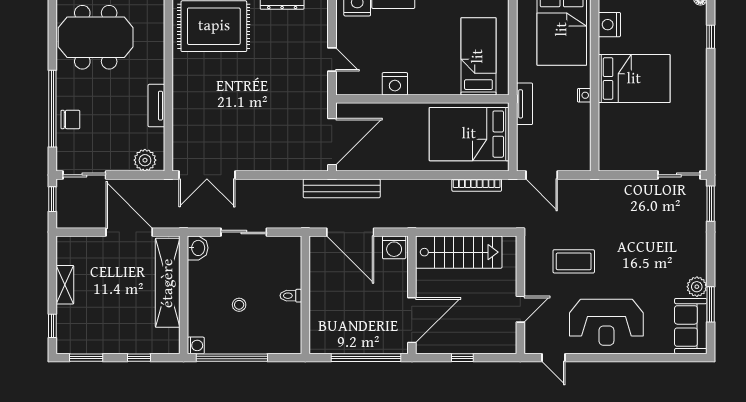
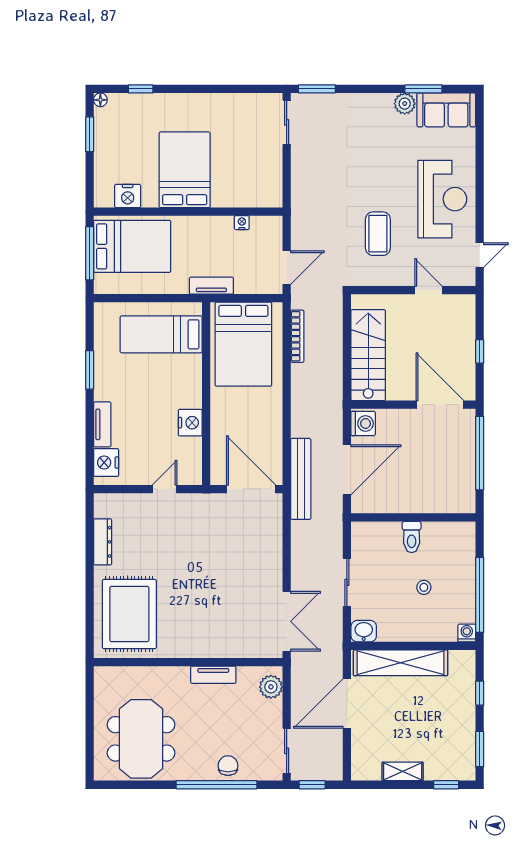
nightstand: (584, 95) -> (242, 223), moved
toilet: (291, 296) -> (412, 537), width x1.37, depth x1.39

